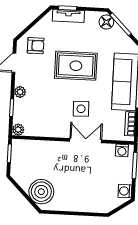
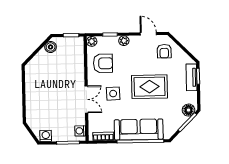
rug: (76, 66) -> (150, 87), turned 90
armchair: (45, 118) -> (103, 63), added
boiler: (41, 192) -> (51, 47), moved, width x0.54, depth x0.54

